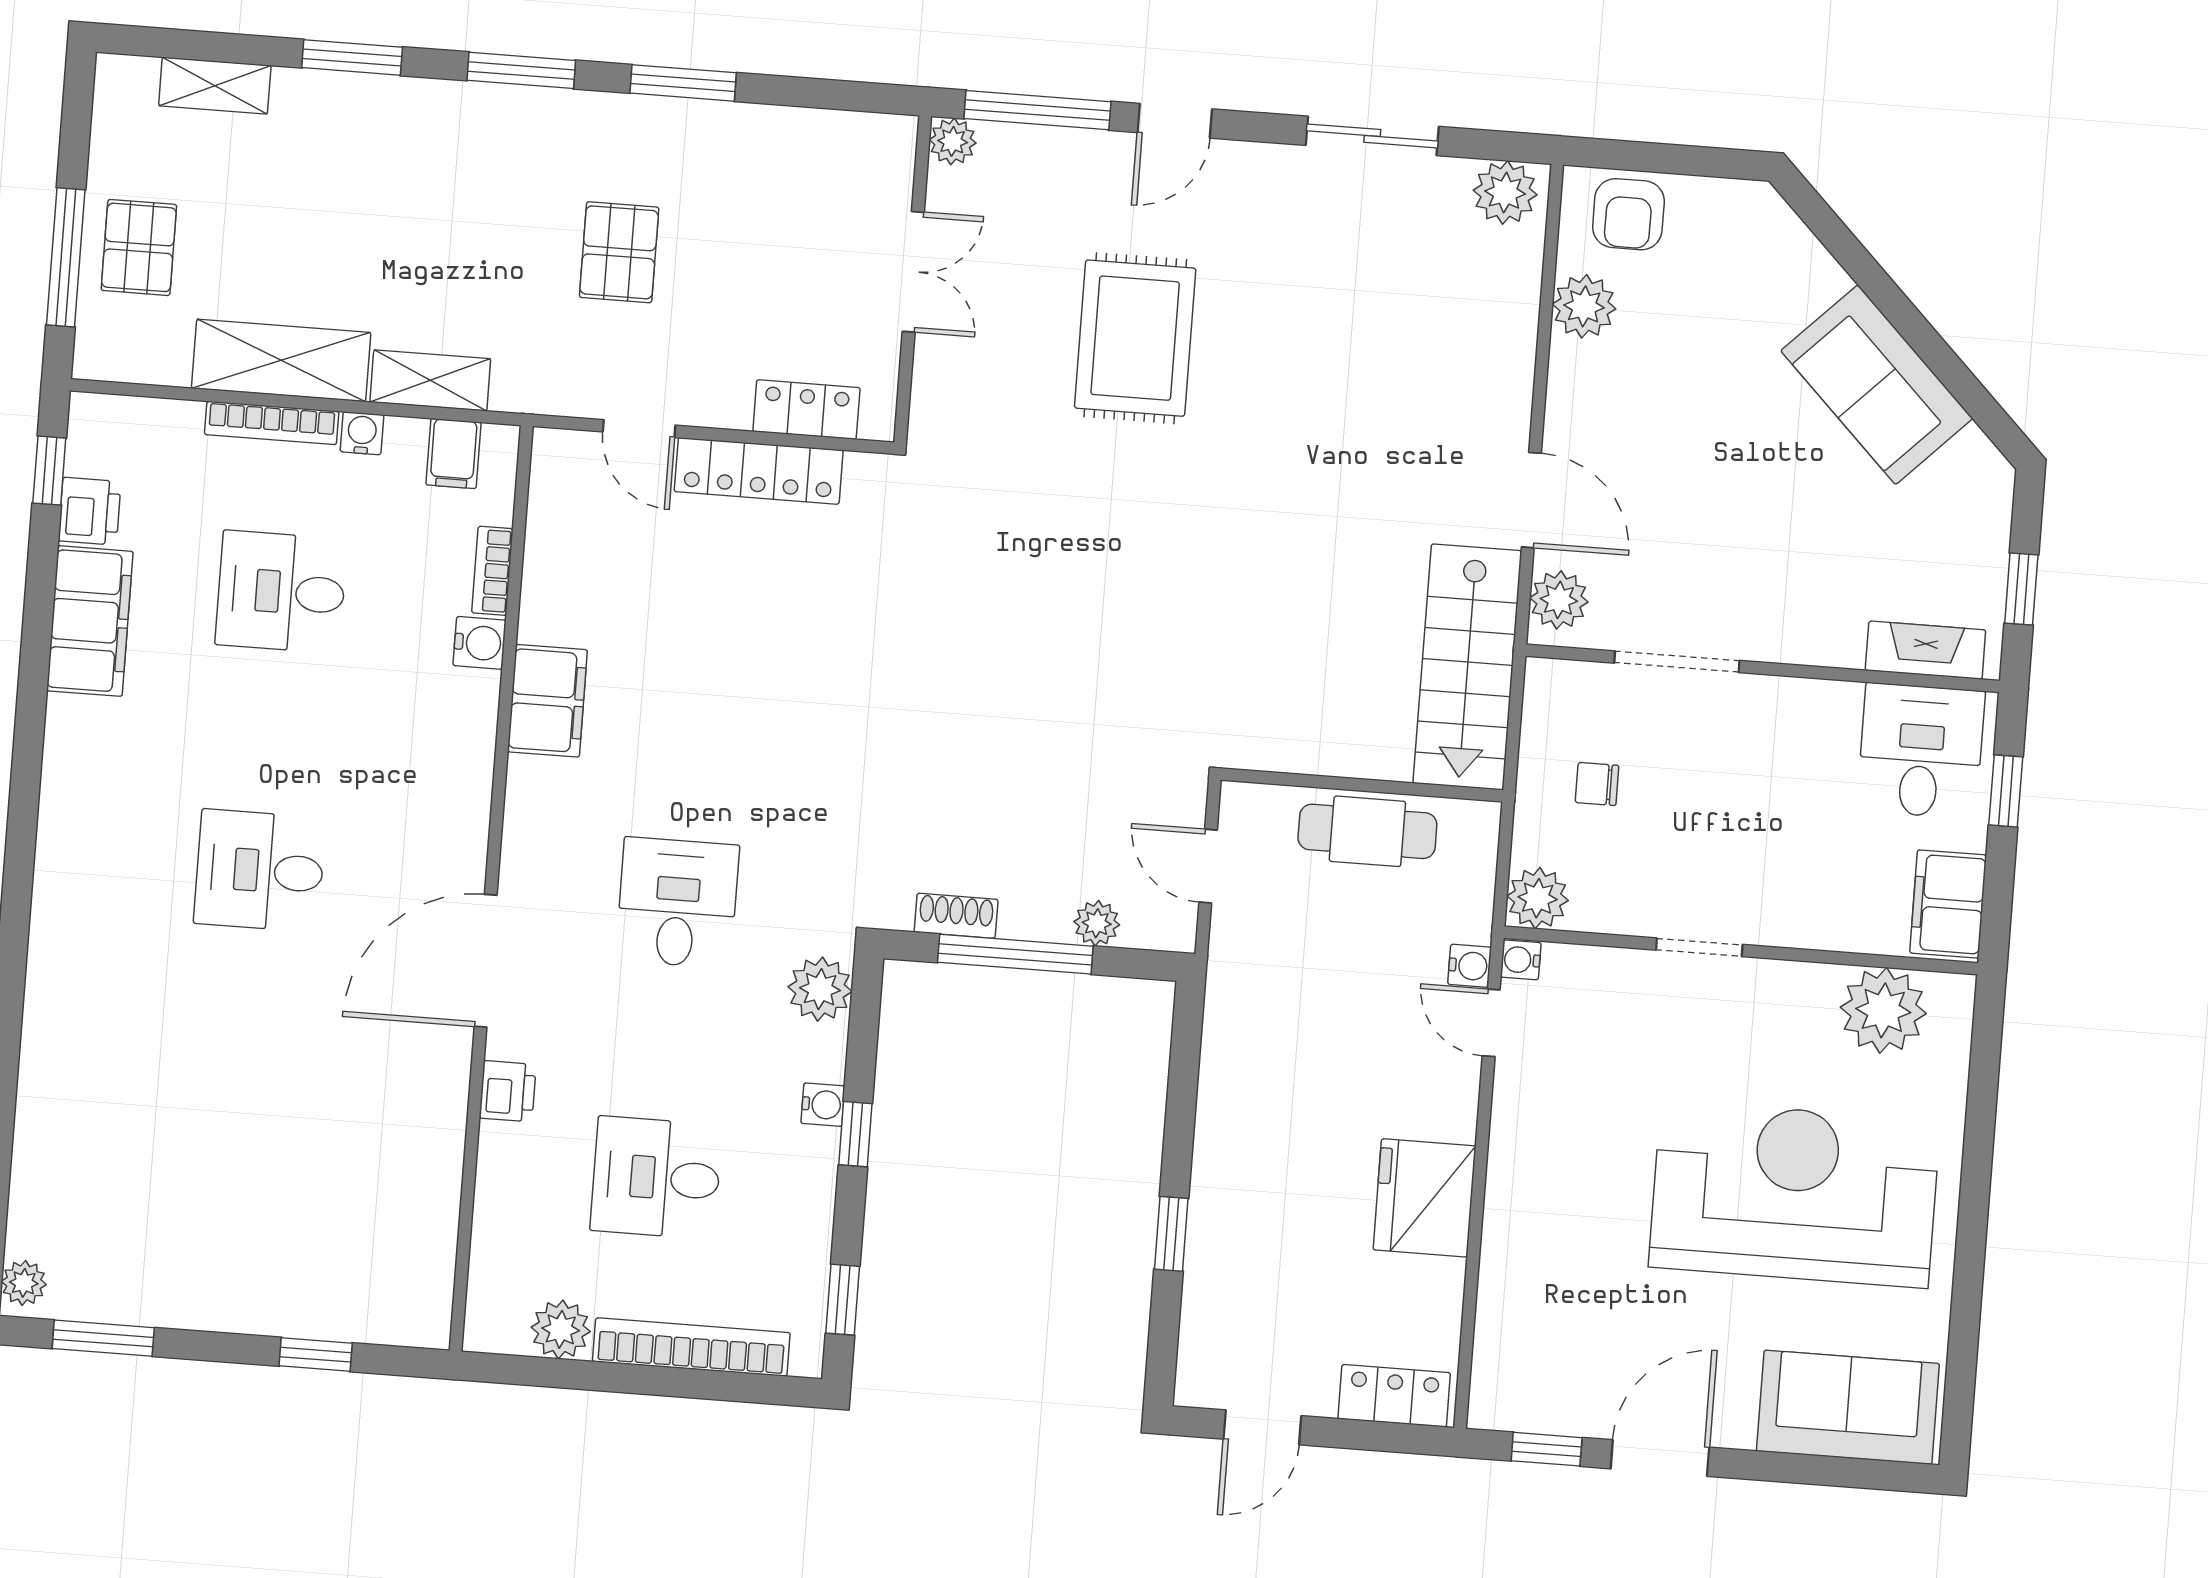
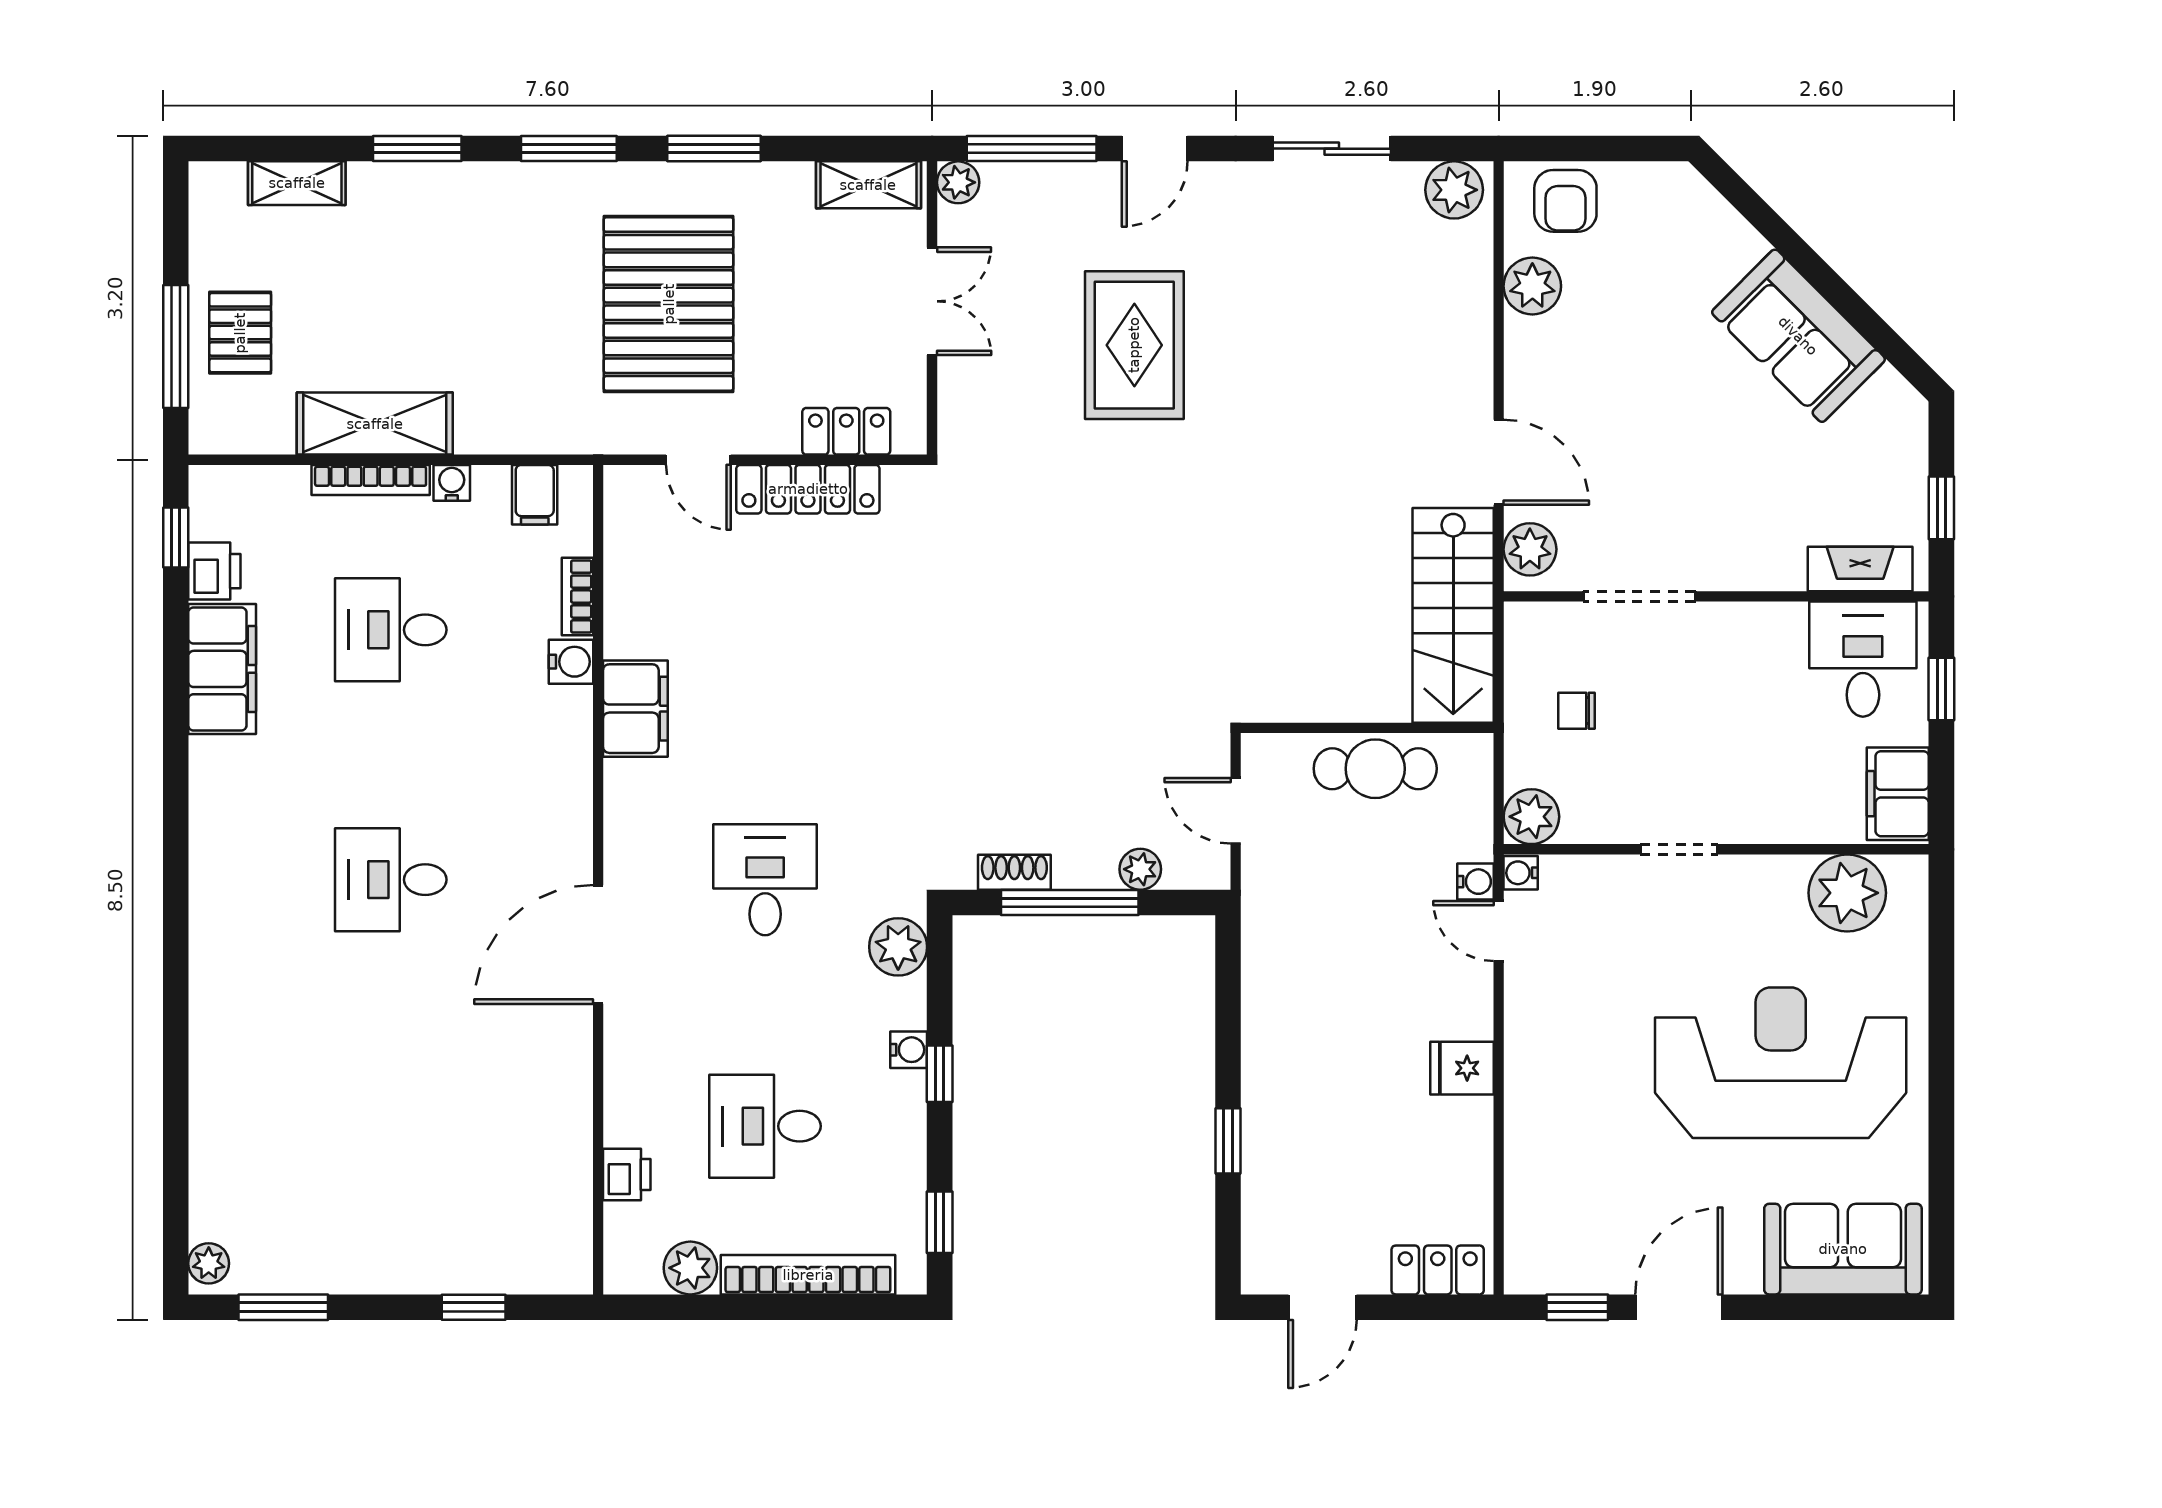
pallet: (619, 252) -> (669, 304), width x2.05, depth x2.00
shelving: (430, 380) -> (868, 185), moved
printer: (508, 1091) -> (627, 1174), moved
fridge: (1425, 1198) -> (1462, 1068), width x0.53, depth x0.75

